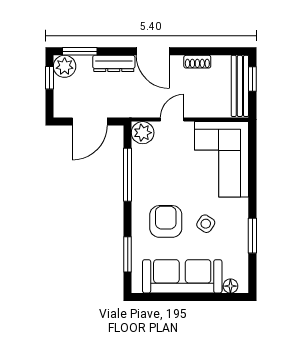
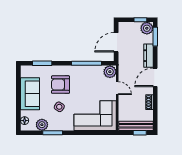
door: (90, 121) -> (116, 42), hinge flipped
armchair: (166, 221) -> (60, 85), turned 180
plant: (238, 255) -> (42, 125), added
sofa: (182, 276) -> (30, 94), width x0.73

